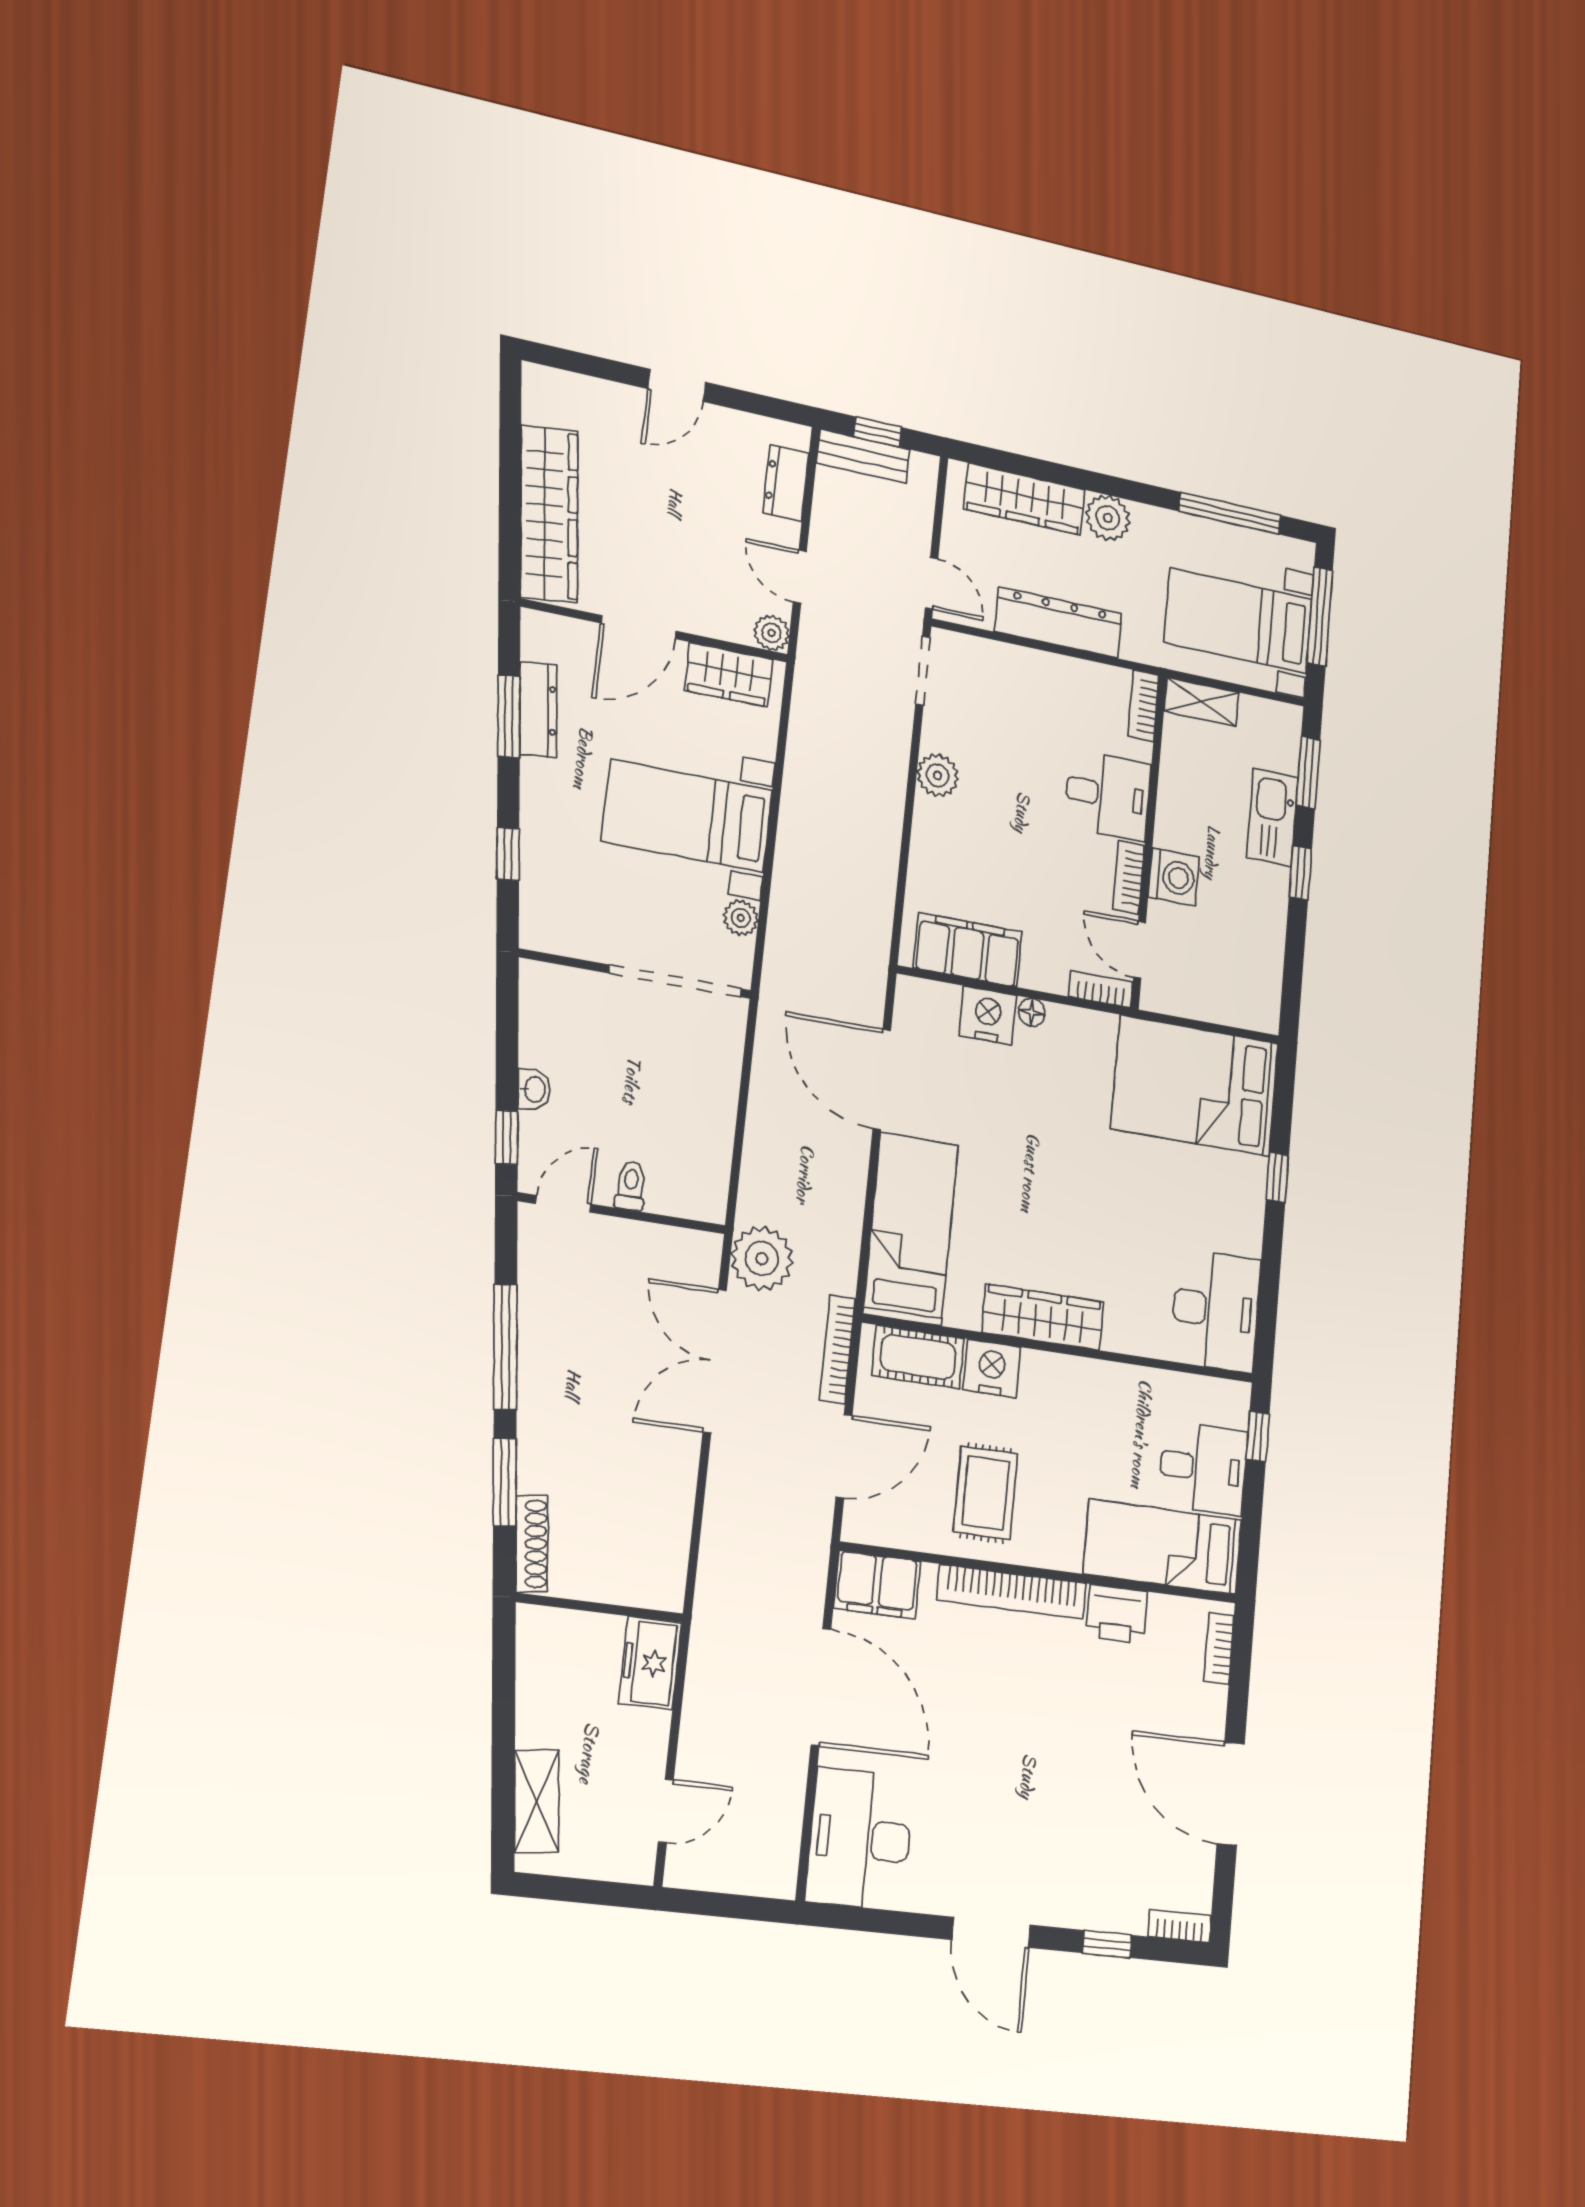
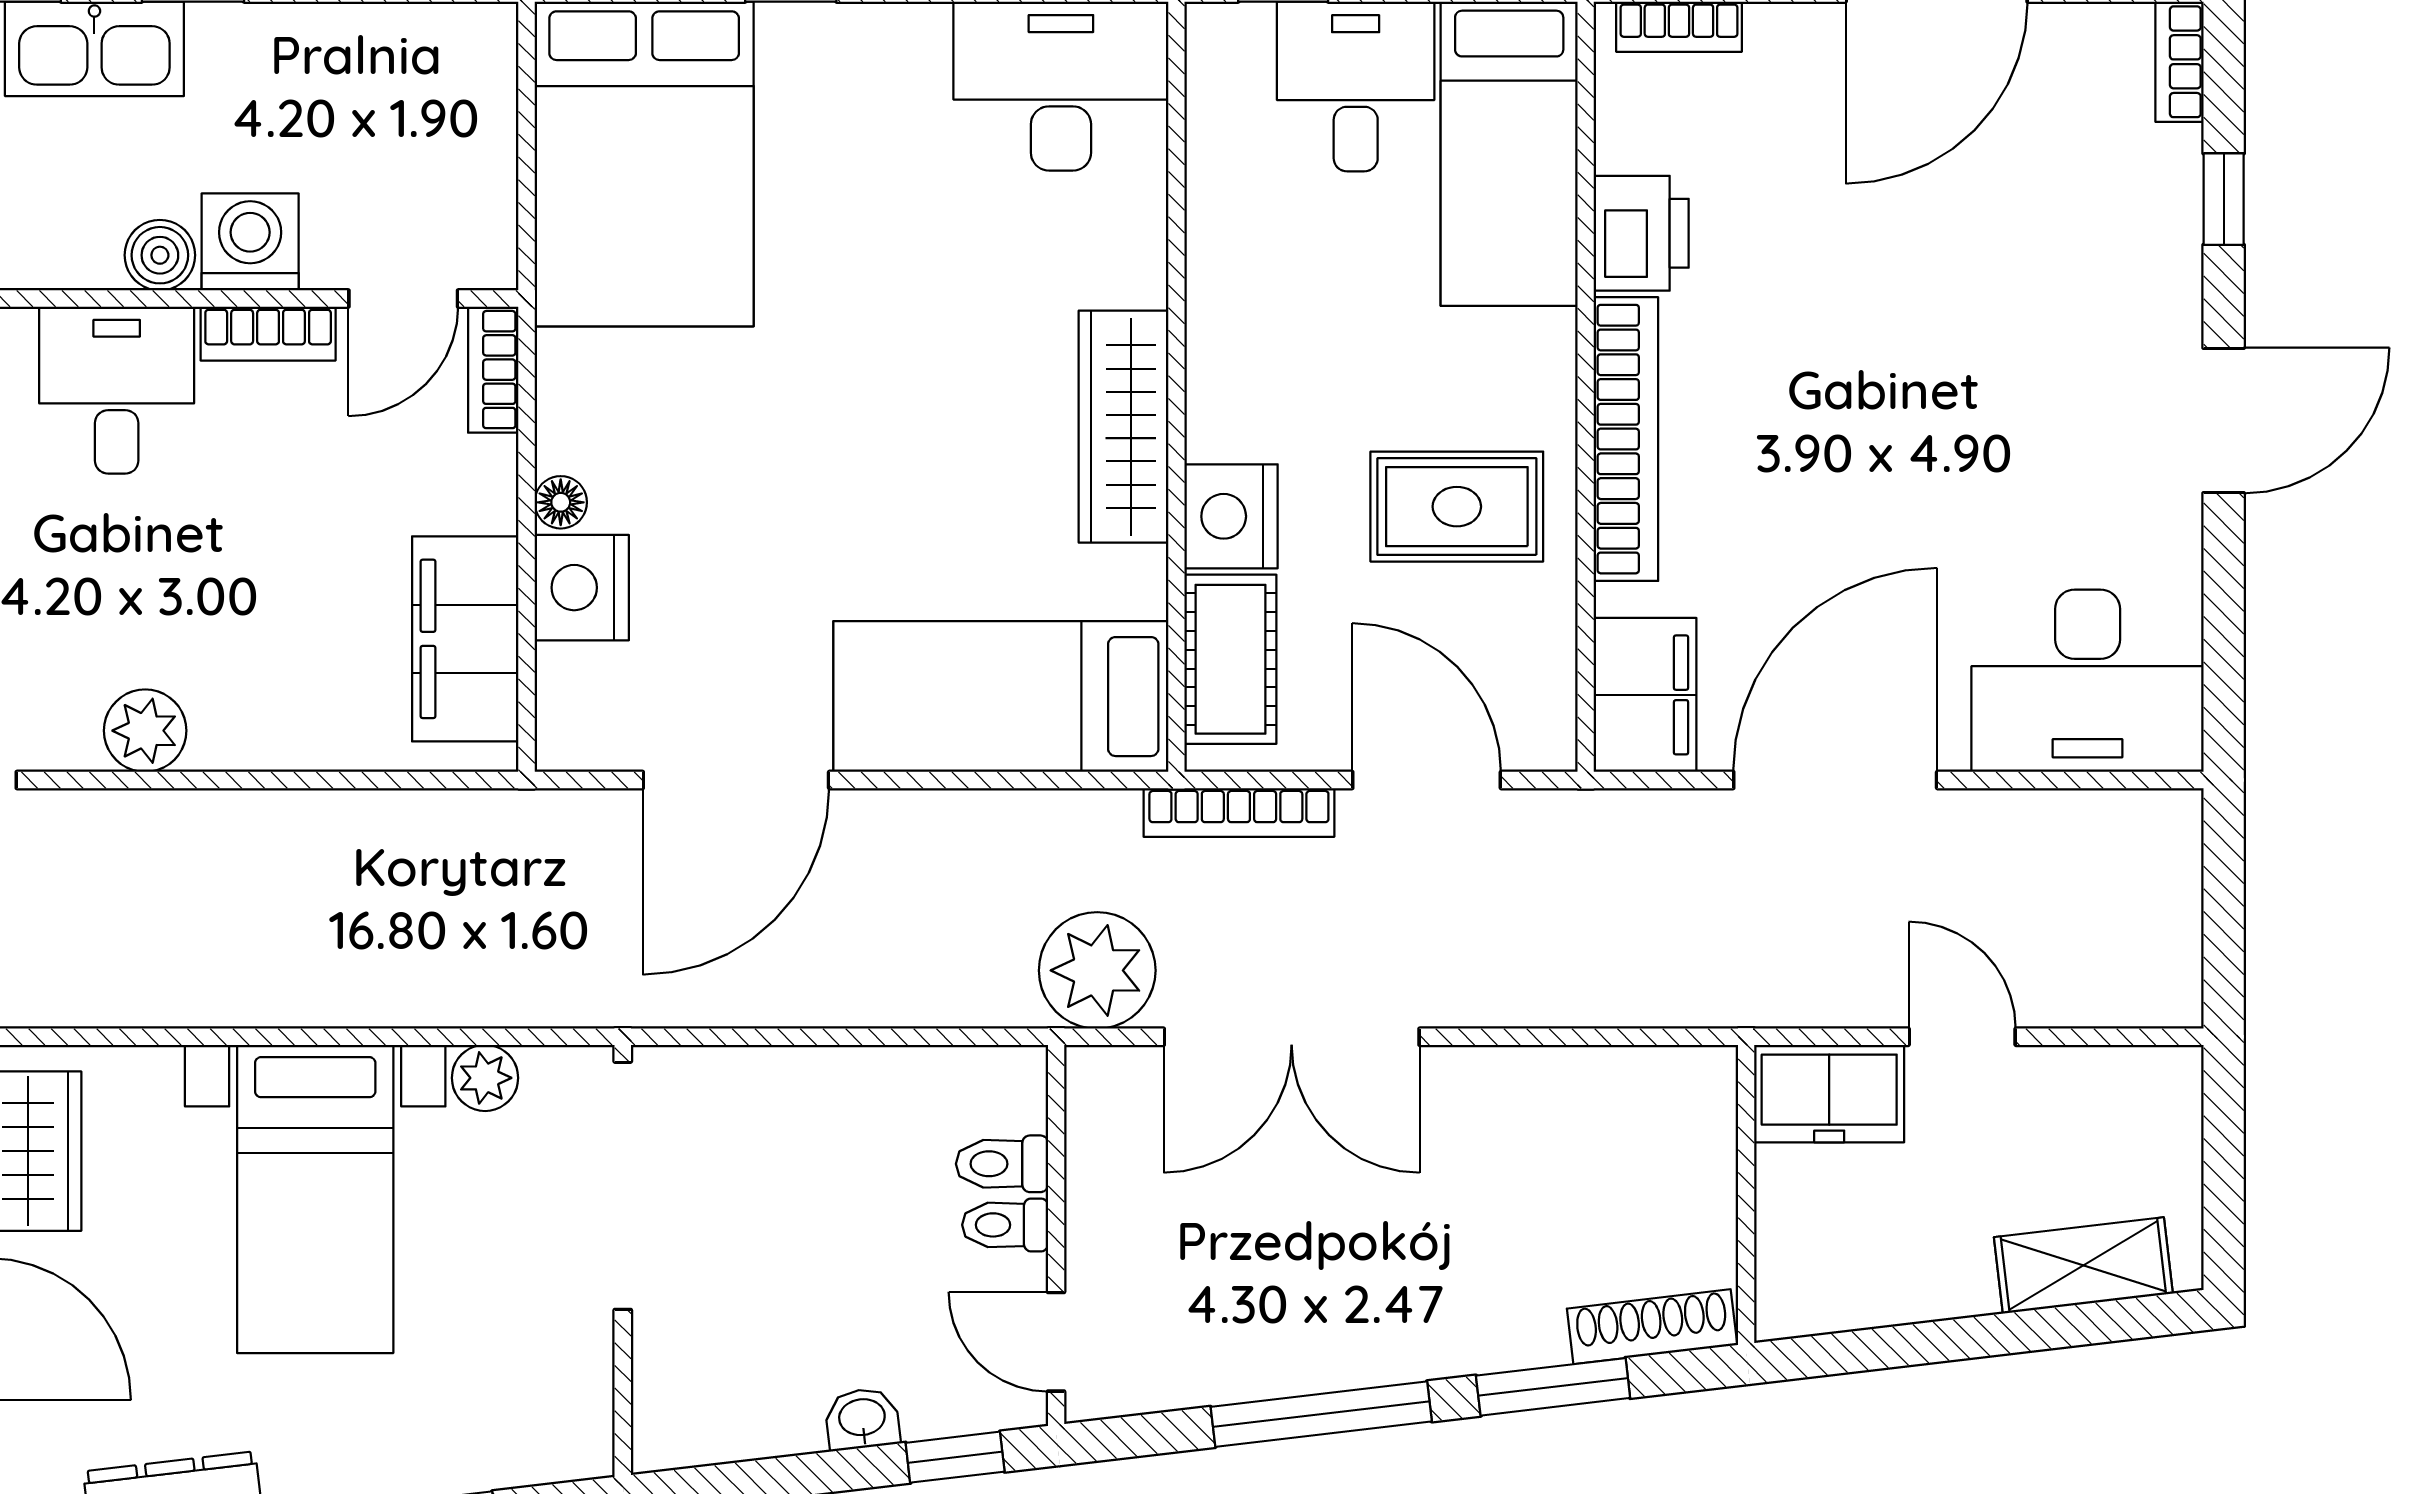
boiler: (1171, 830) -> (160, 255), added
toilet: (664, 1189) -> (1002, 1164), added
door: (666, 1811) -> (1962, 1037), moved

